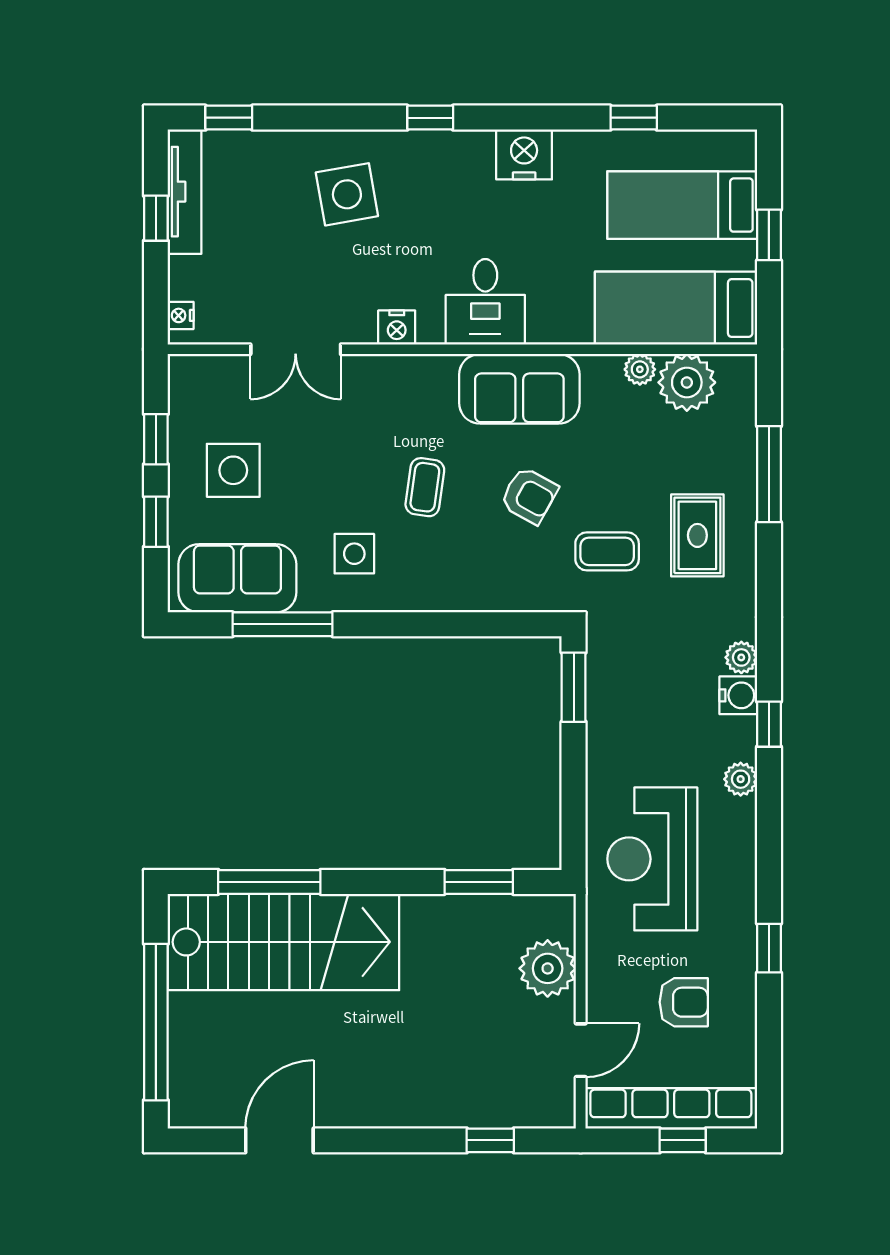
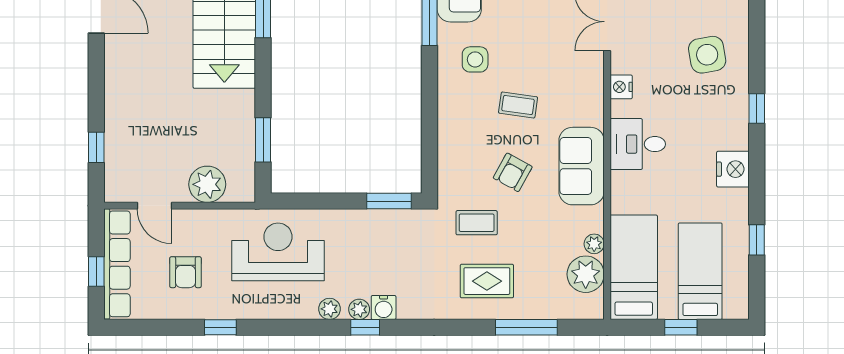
coffee table: (607, 551) -> (477, 223), turned 90
plant: (741, 657) -> (359, 309), moved

